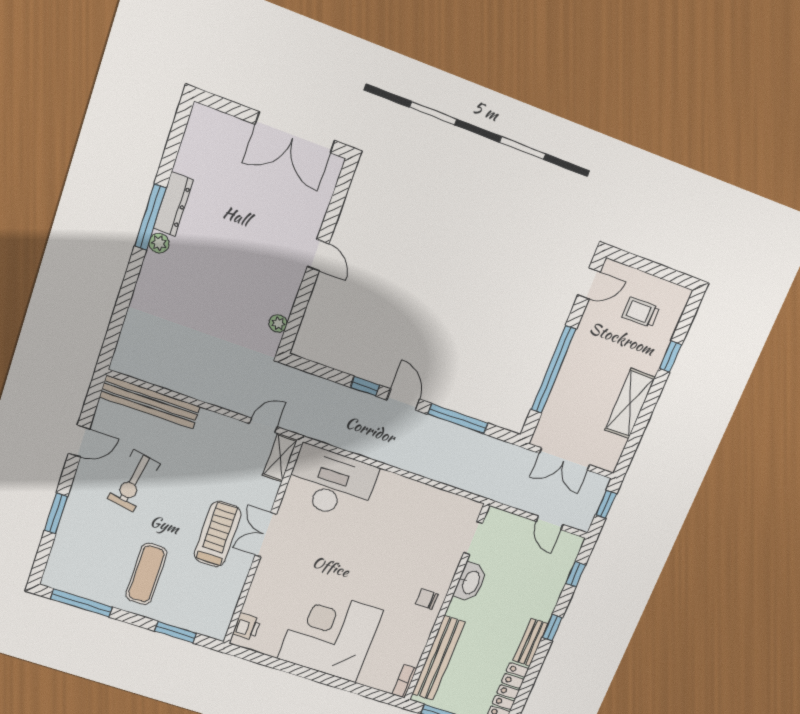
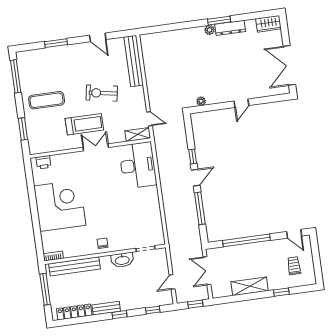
wardrobe: (200, 130) -> (269, 24), added
window: (150, 217) -> (219, 21), width x0.69
exercise bike: (133, 481) -> (102, 93), moved

